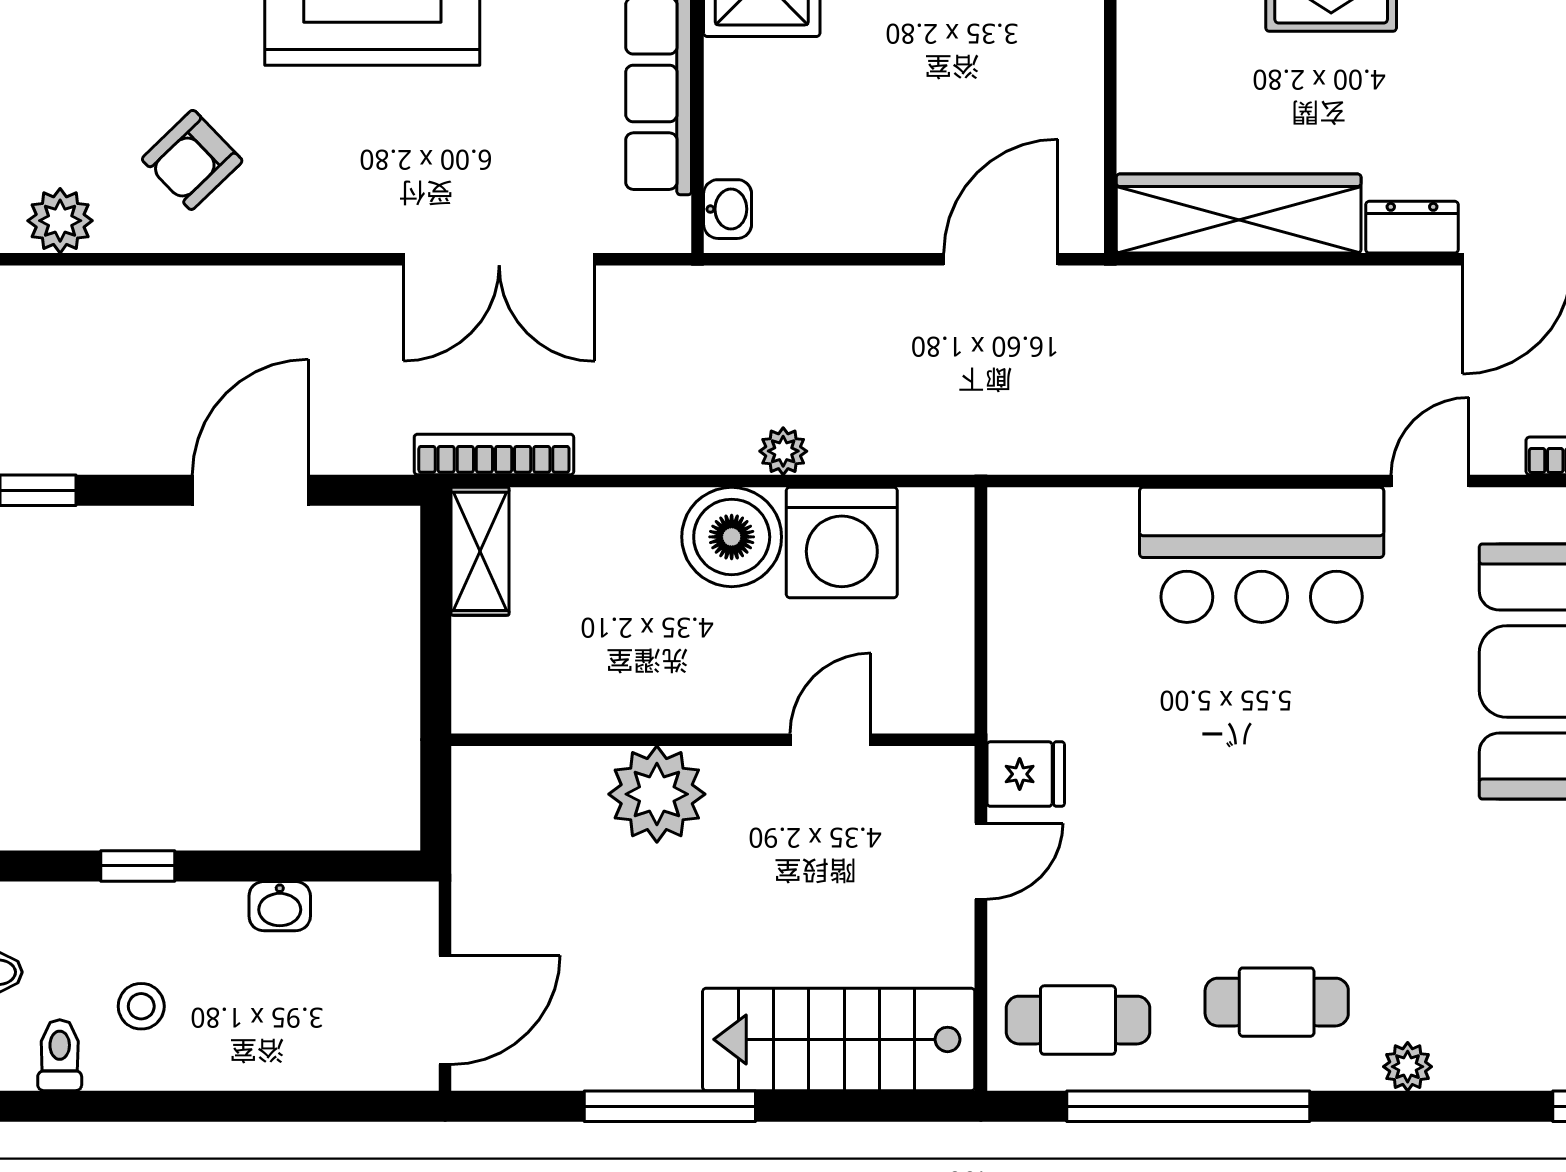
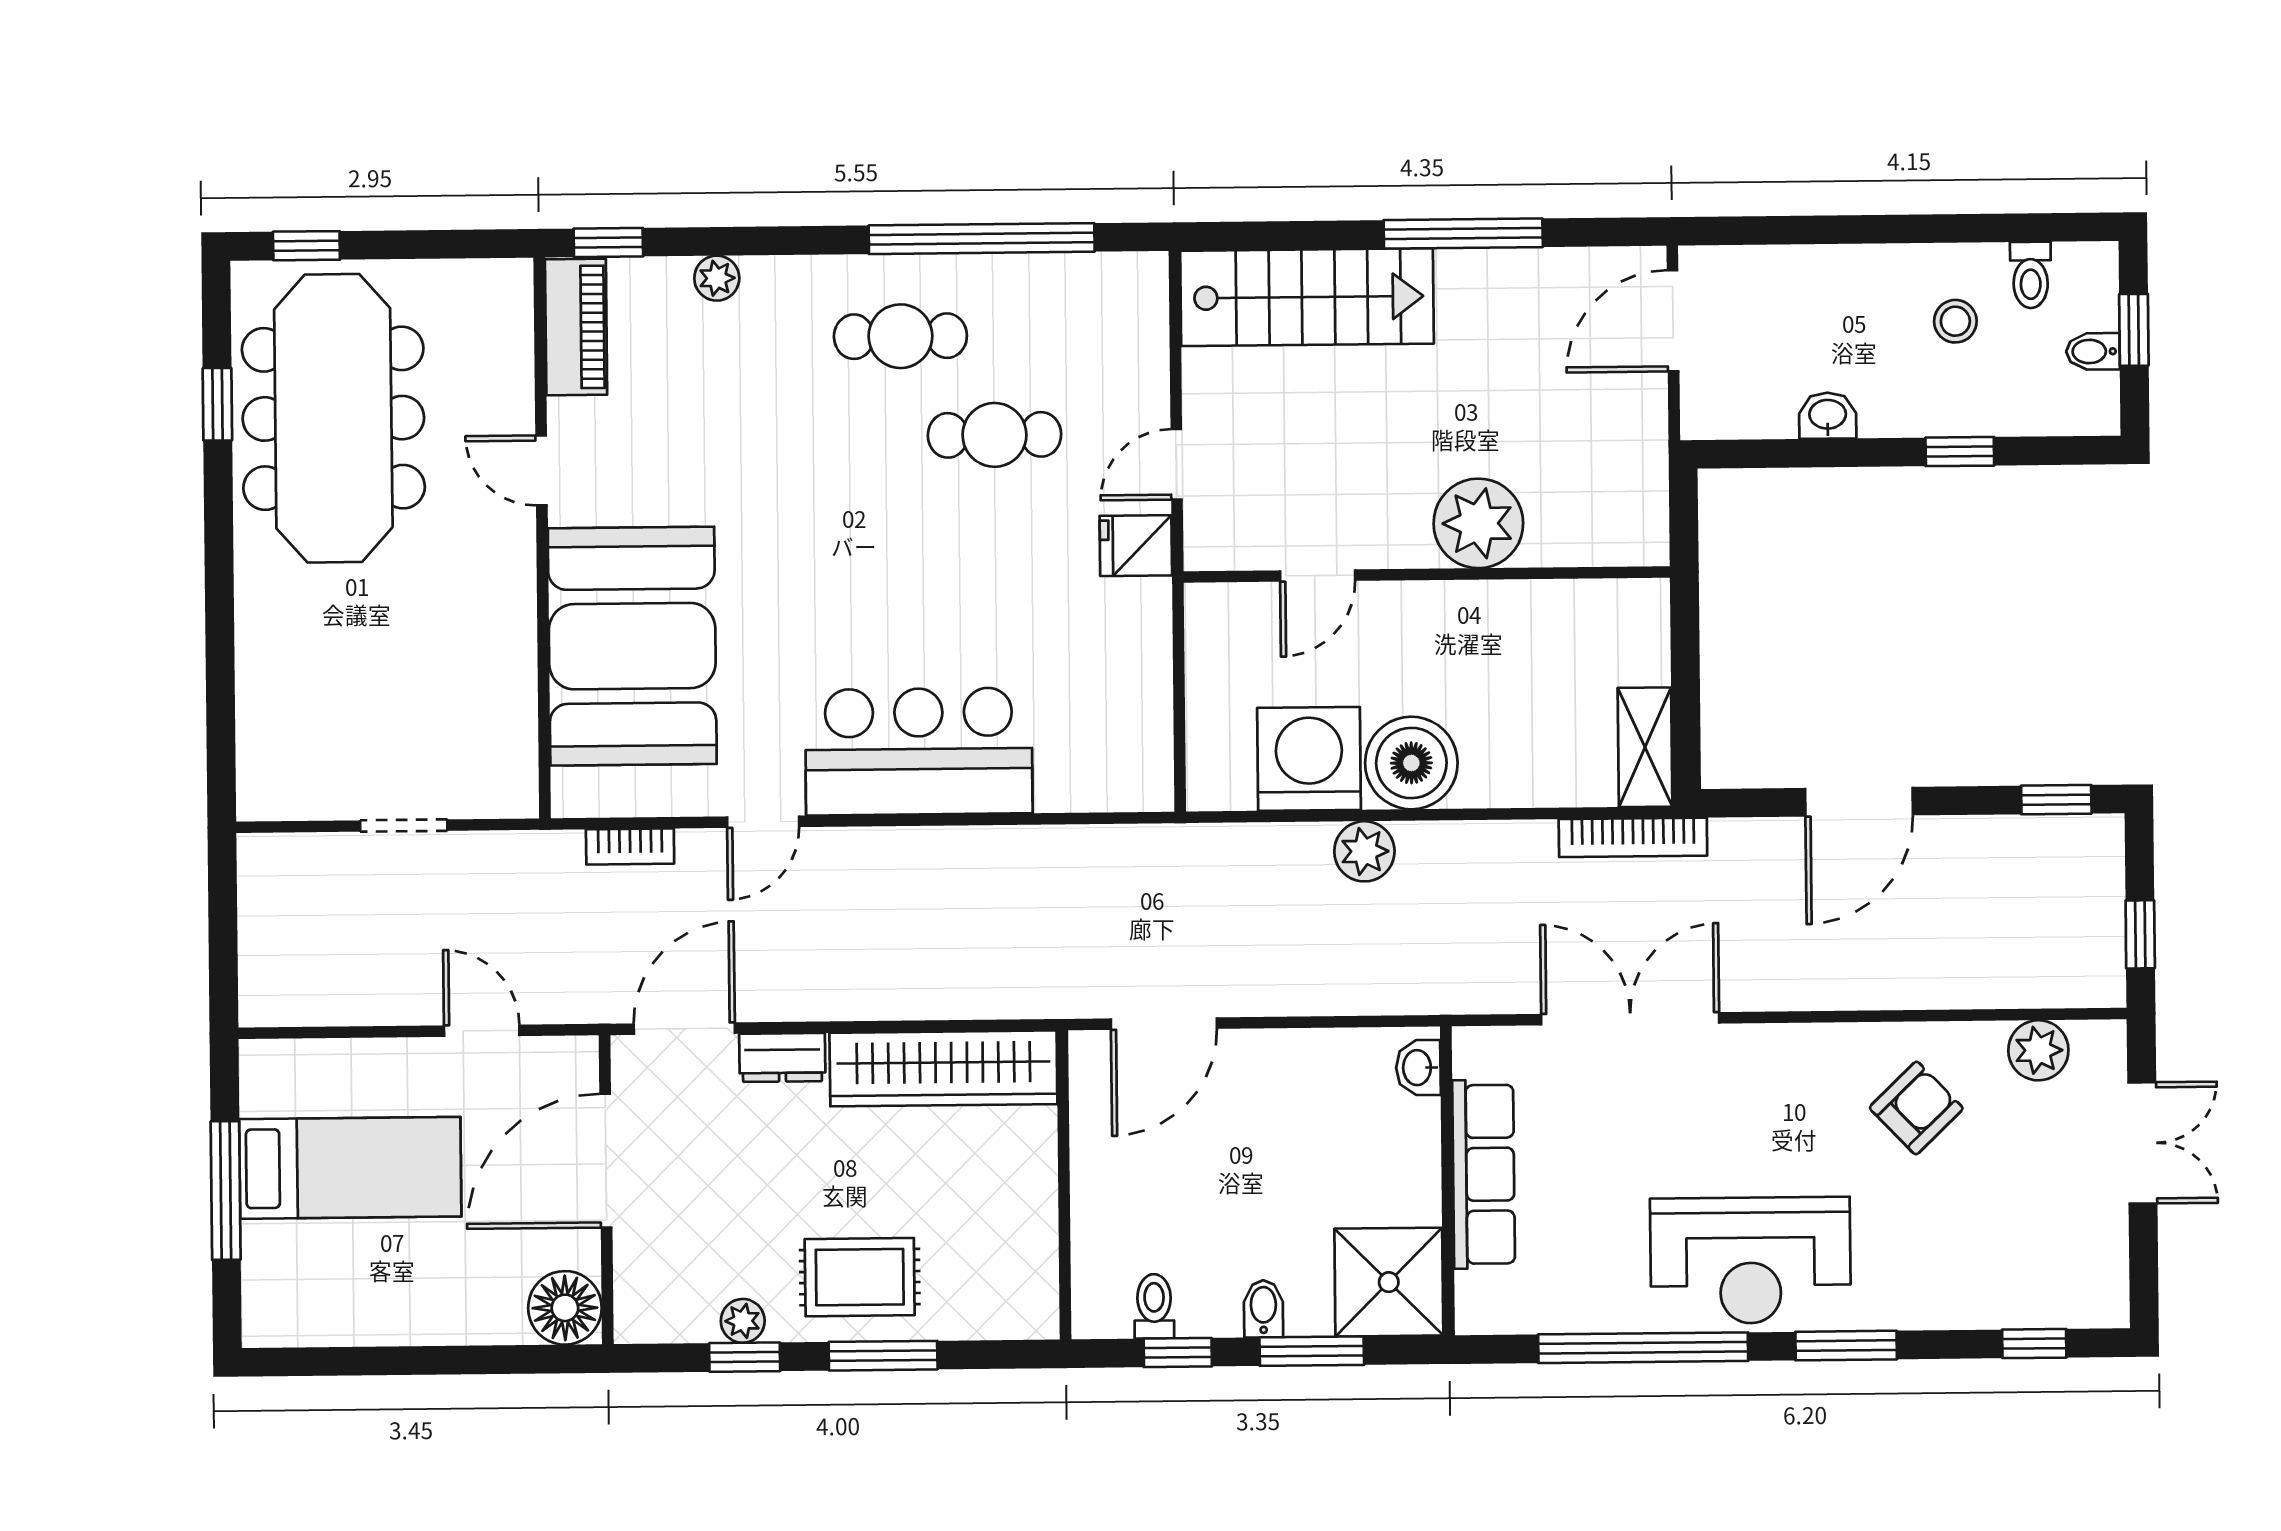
plant: (783, 451) -> (1364, 851), width x1.38, depth x1.38
cafe table: (1078, 1020) -> (994, 435), moved
plant: (1408, 1067) -> (717, 278), moved

